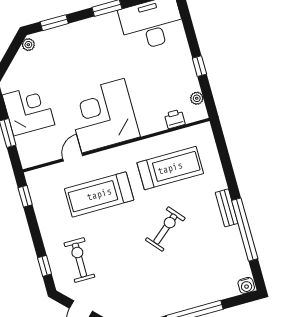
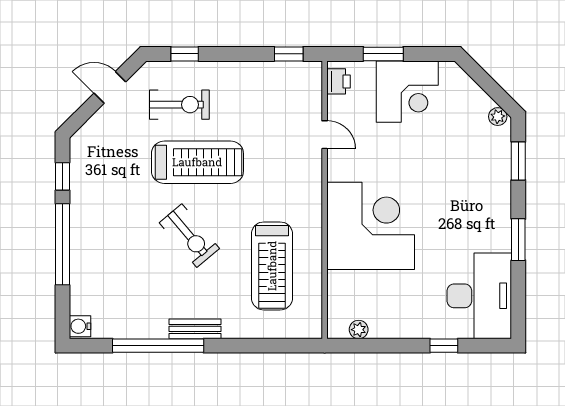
window: (199, 66) -> (444, 346), moved
corner desk: (103, 116) -> (371, 226), moved
printer: (175, 119) -> (338, 81), moved
treadmill: (99, 194) -> (197, 162), moved, turned 90

